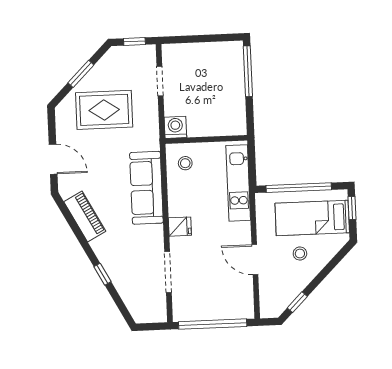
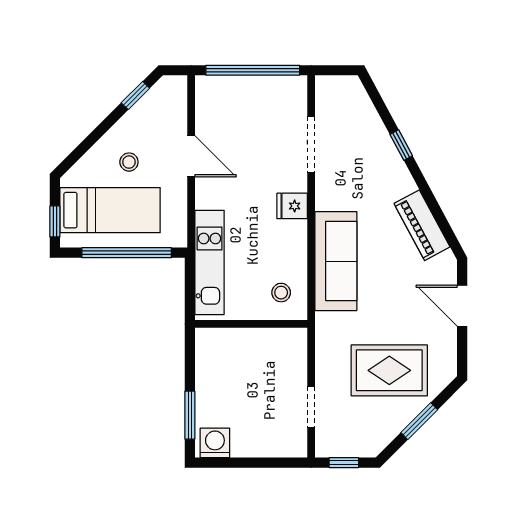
window: (248, 71) -> (190, 415), width x0.69
washing machine: (175, 127) -> (215, 443), moved, turned 180

